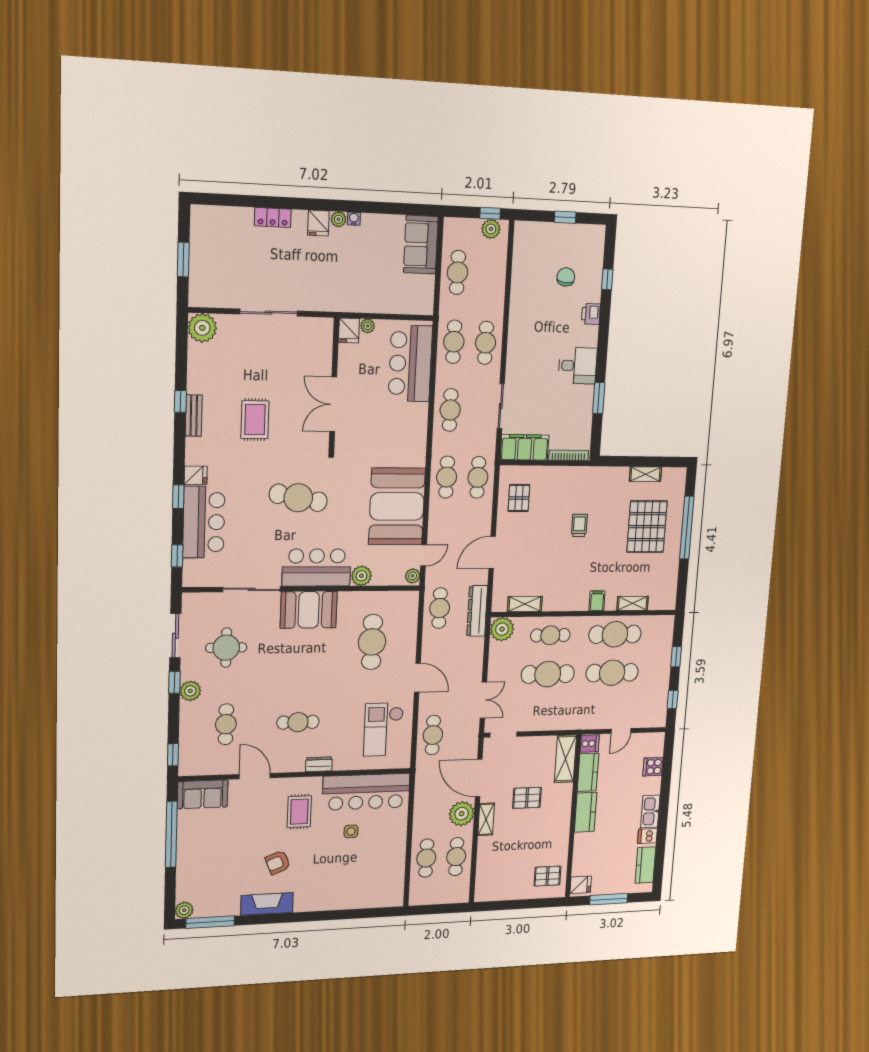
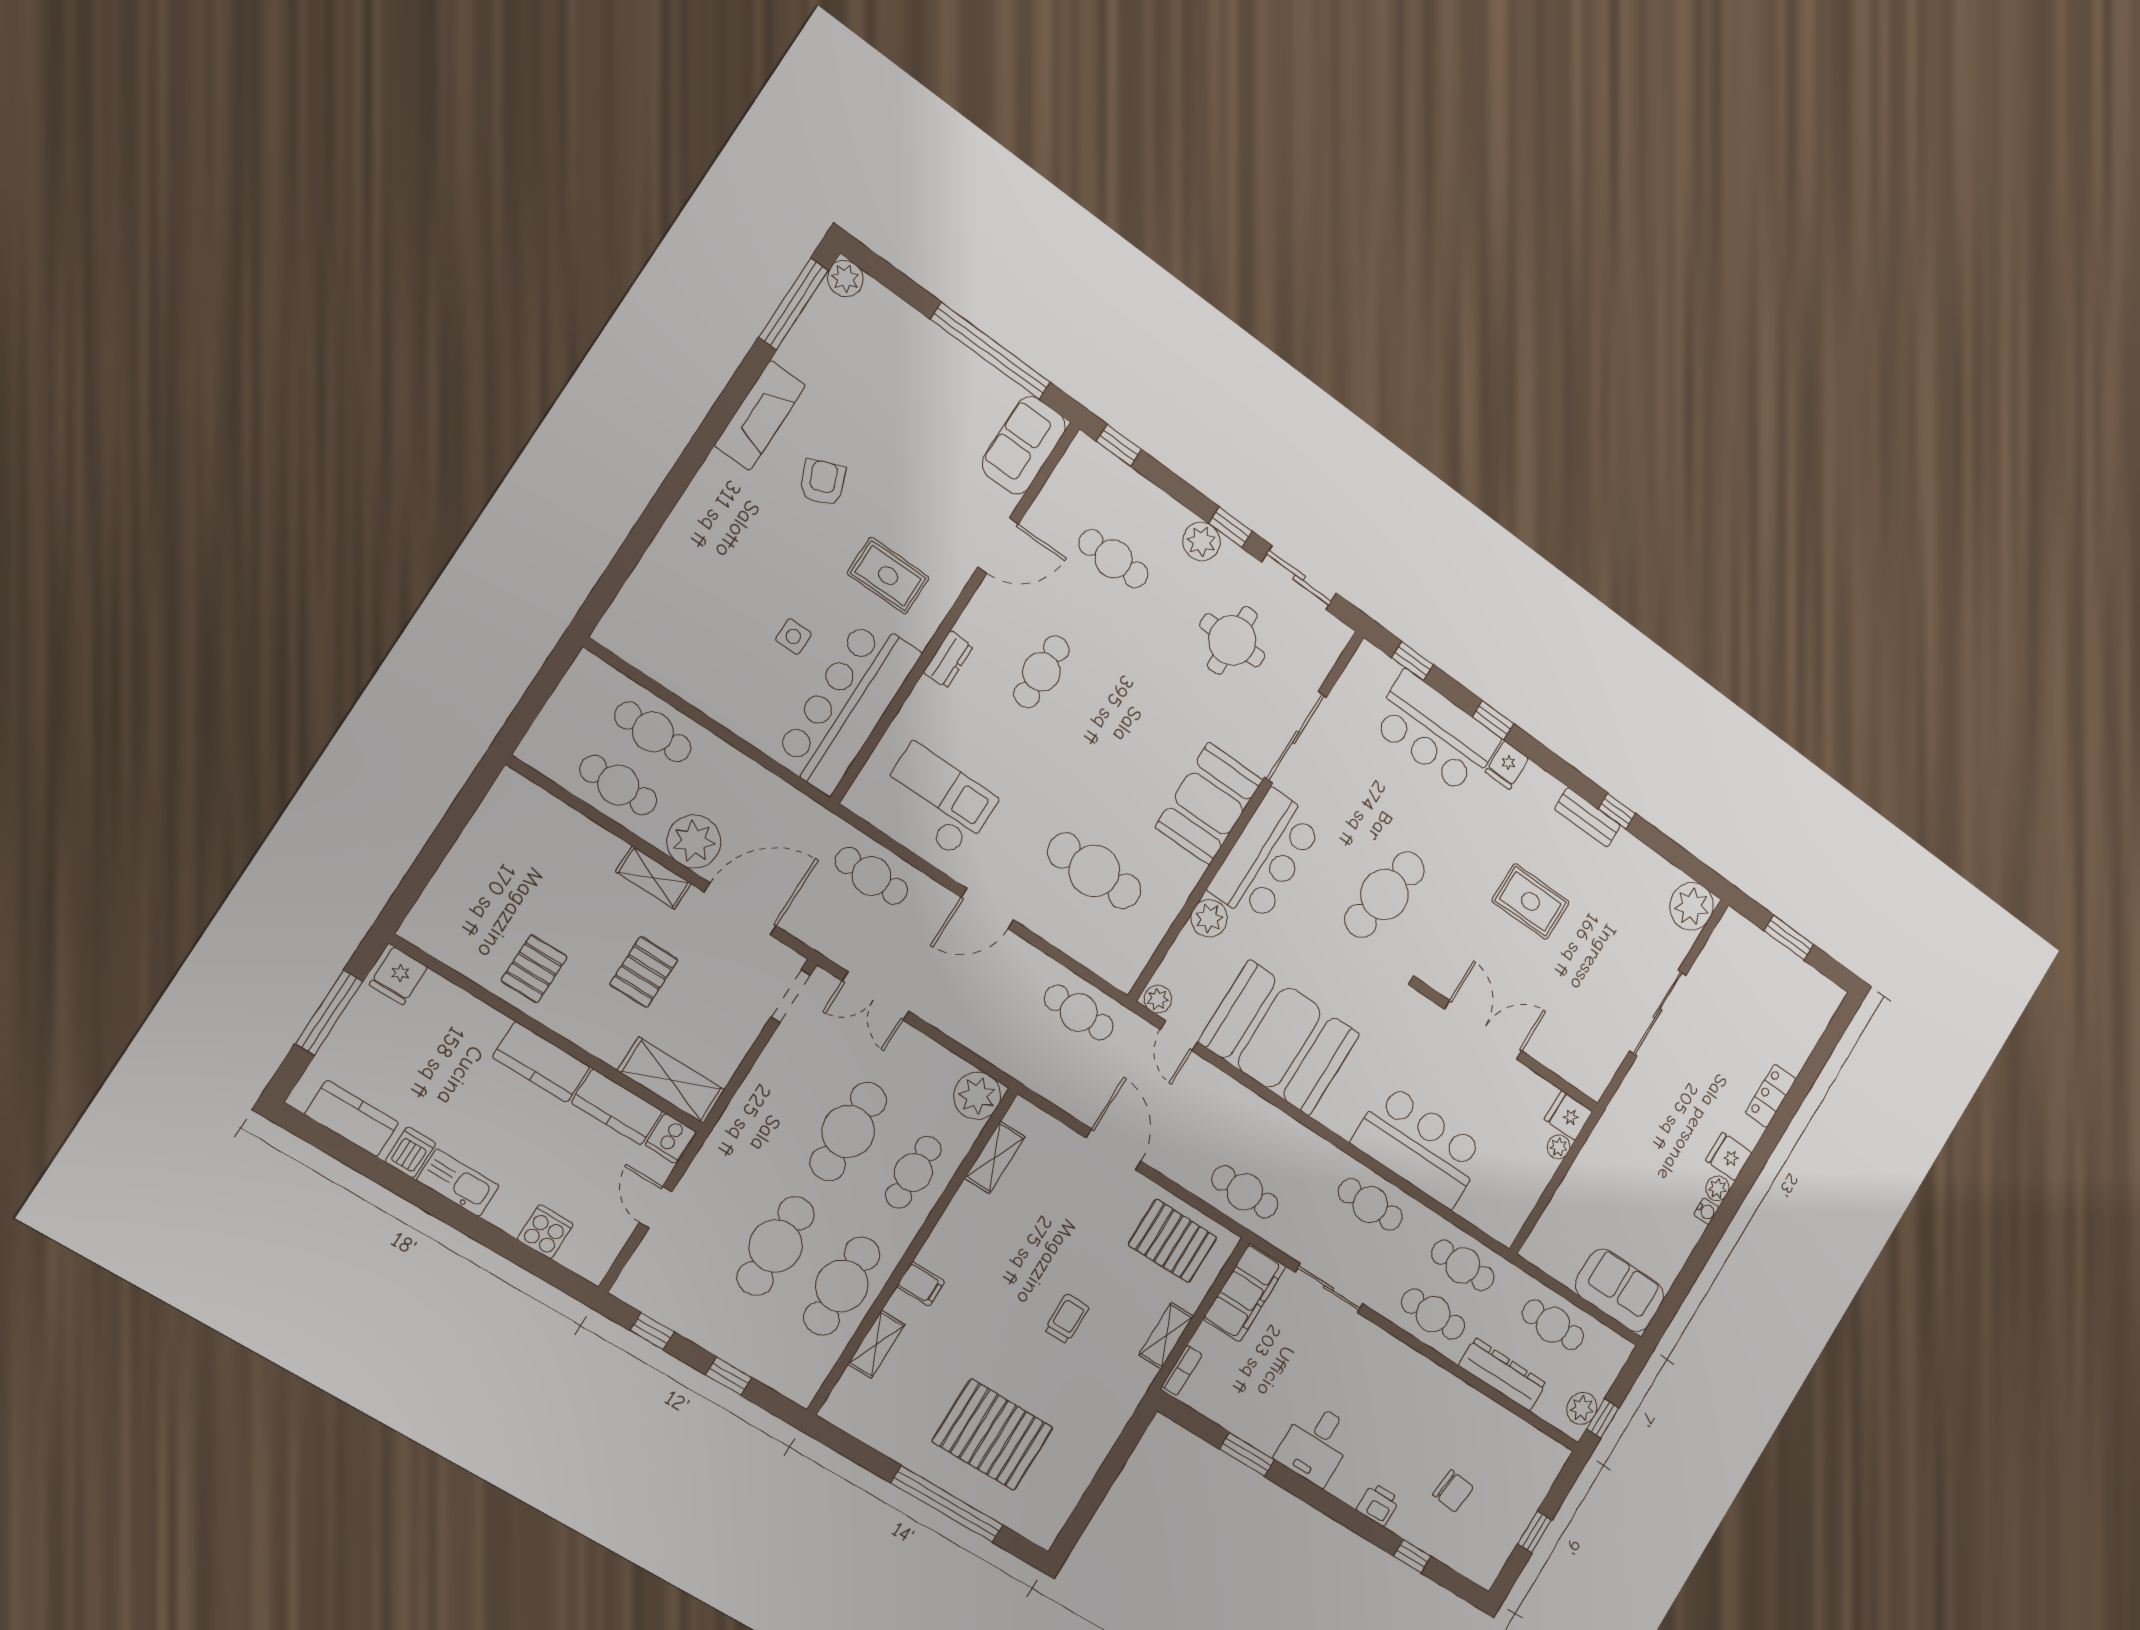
bar counter: (410, 363) -> (1419, 1146), moved
bookcase: (569, 455) -> (1182, 1370), width x0.64
shelving: (646, 474) -> (1166, 1336), moved
cafe table: (447, 477) -> (1276, 1142), removed
pallet: (519, 498) -> (1173, 1241), width x1.50, depth x1.42
trolley: (579, 525) -> (1067, 1319), turned -90
dresser: (477, 611) -> (1502, 1374), moved
pallet: (547, 876) -> (534, 969), moved

